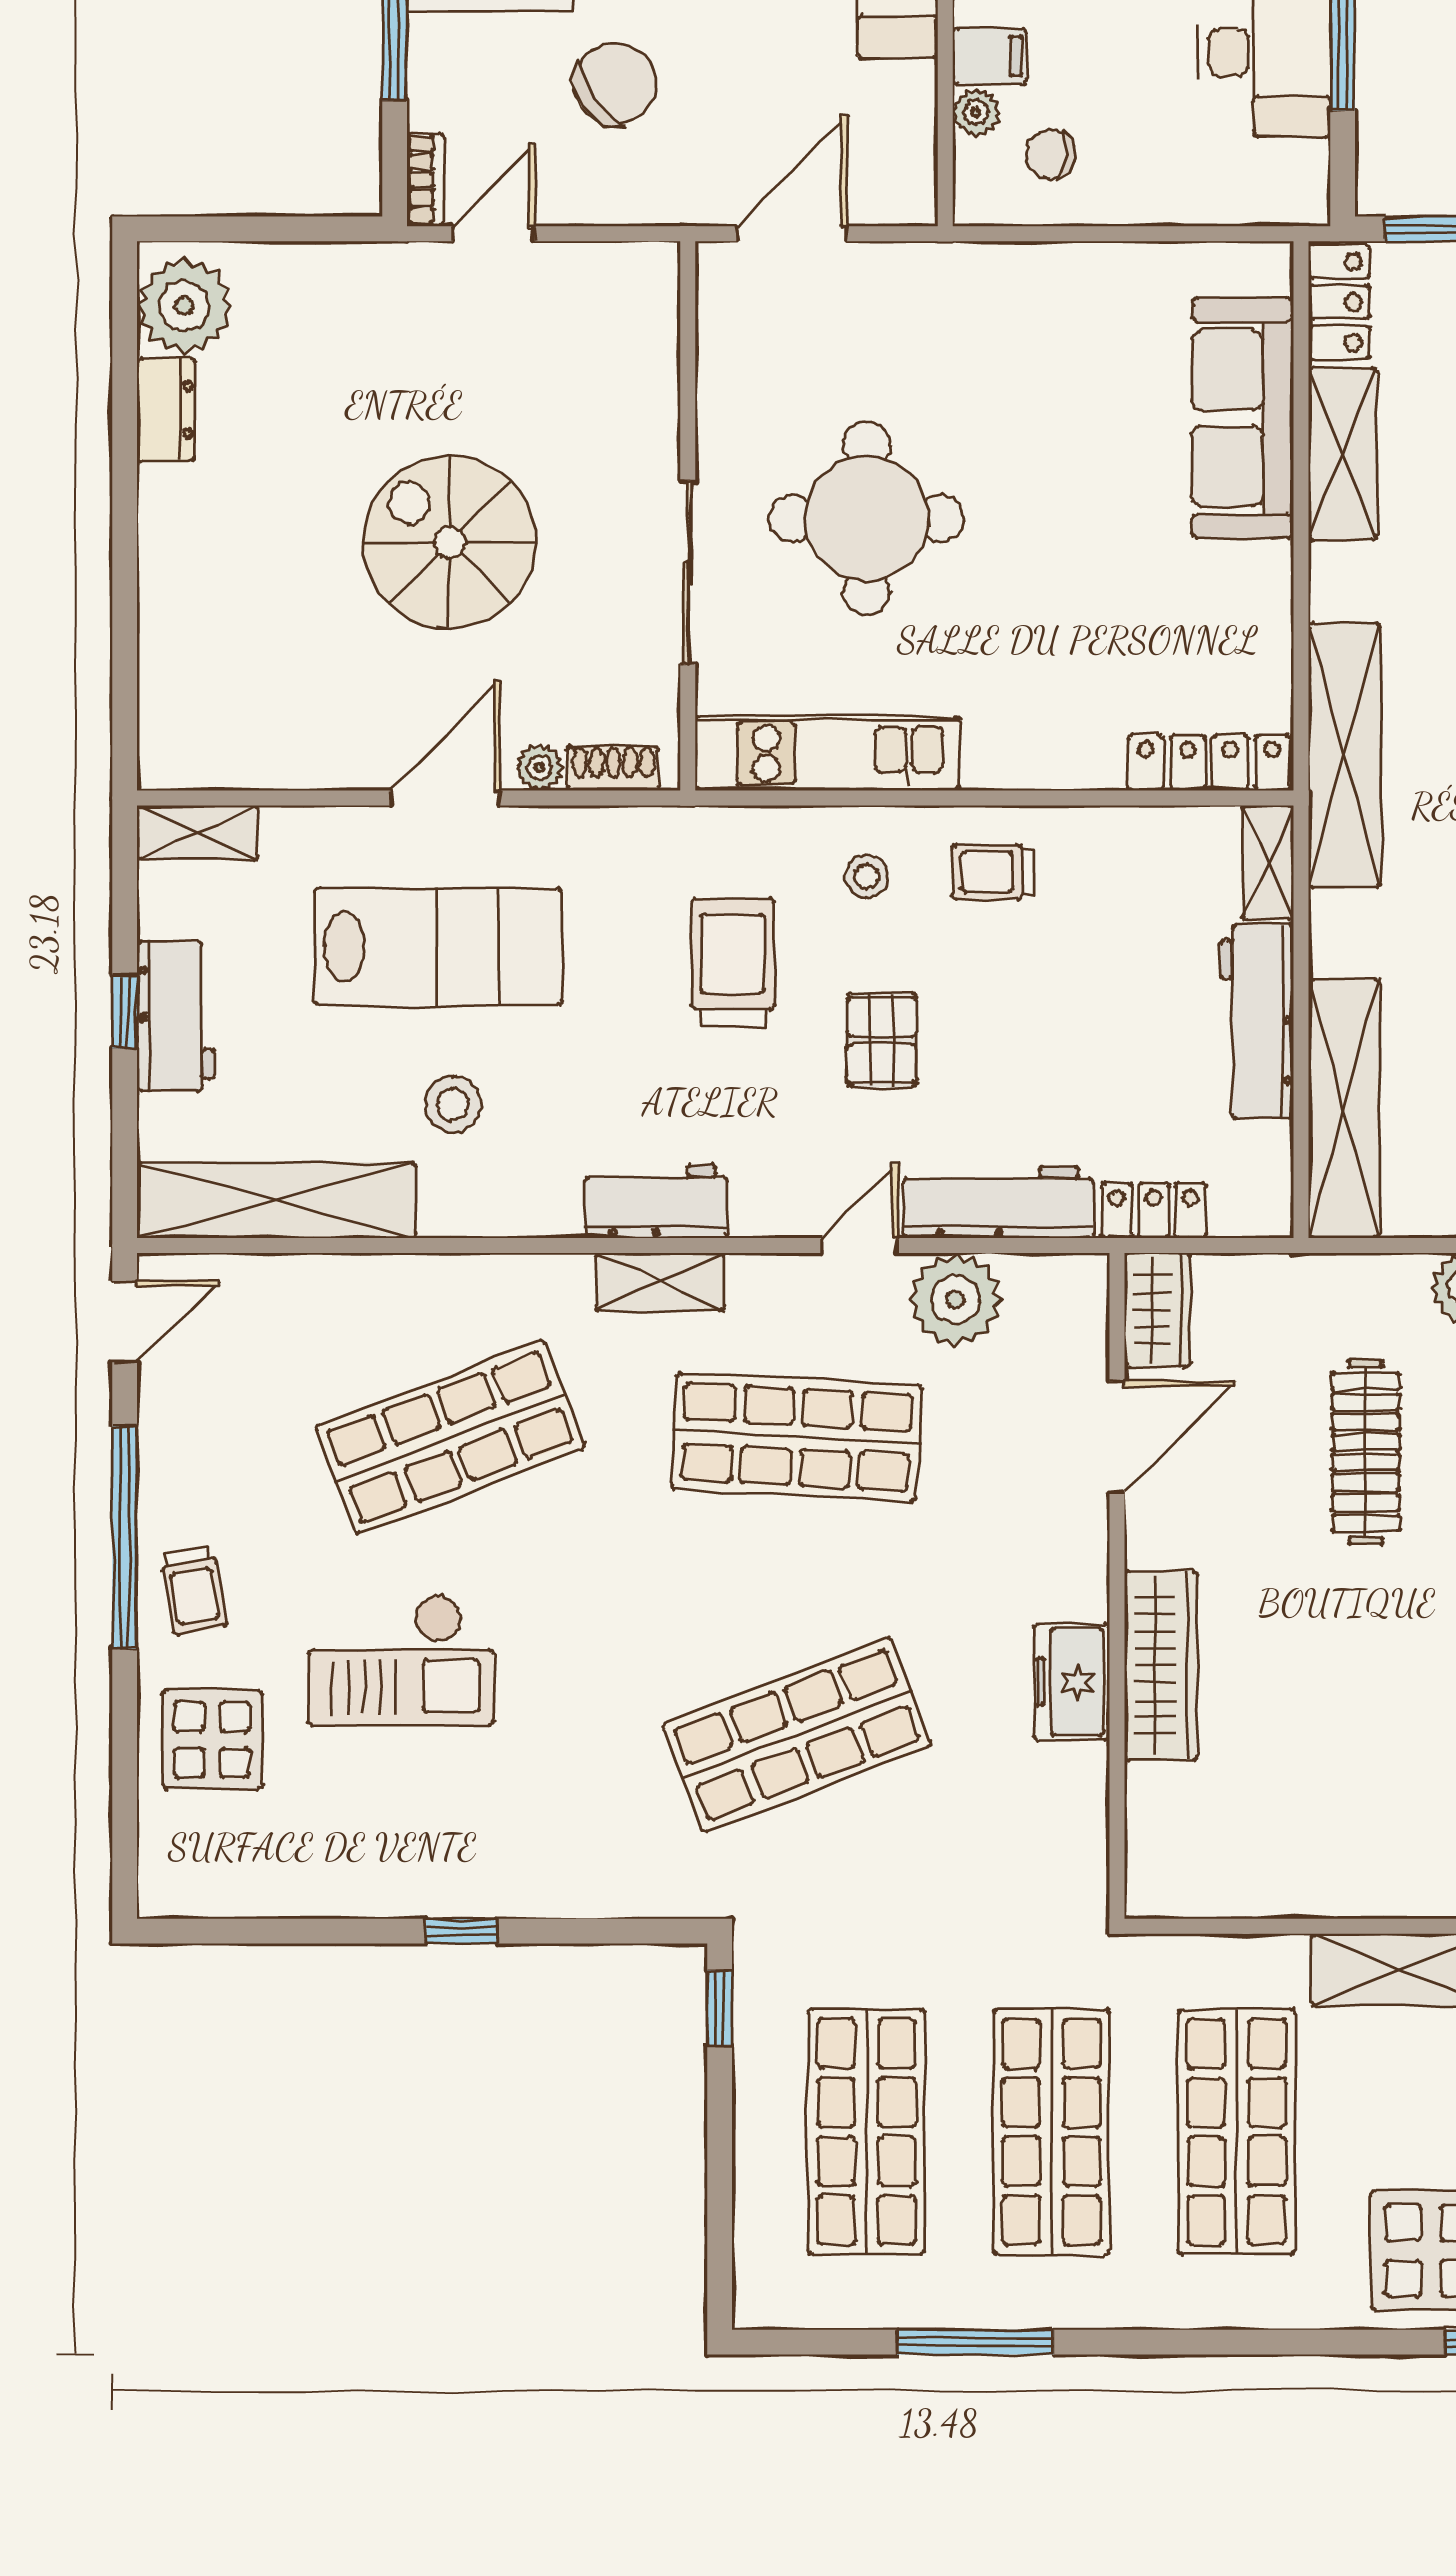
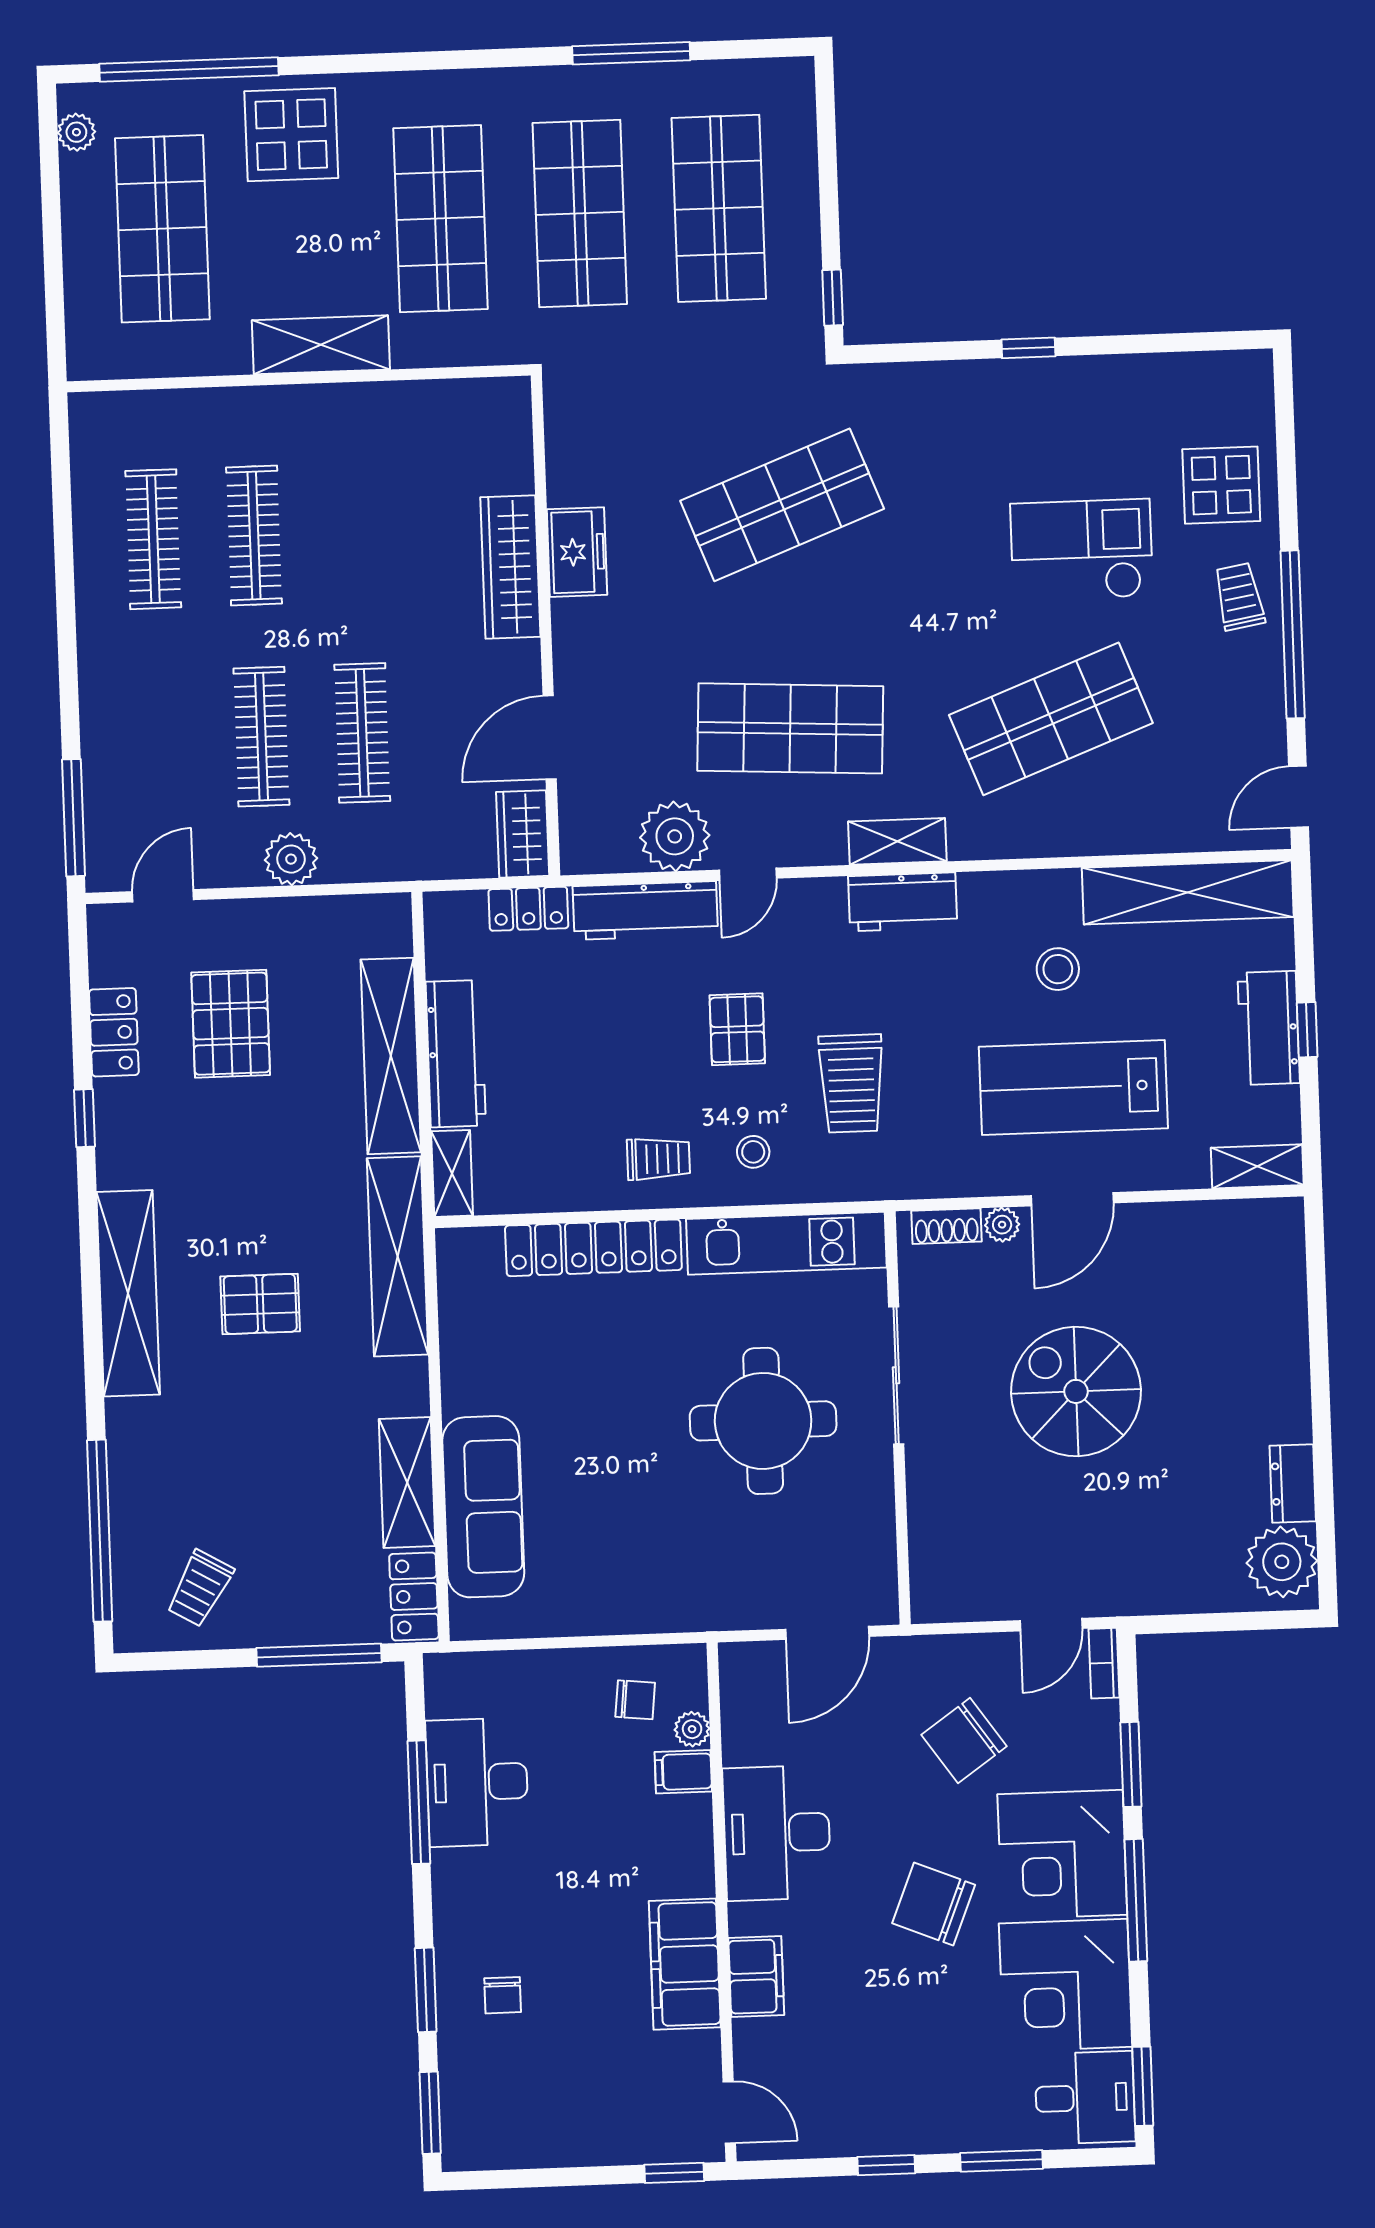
spiral stairs: (449, 542) -> (1076, 1391), turned 180
locker: (1209, 763) -> (593, 1248), moved, width x1.41, depth x1.21
shelving: (1344, 1109) -> (391, 1056), moved

